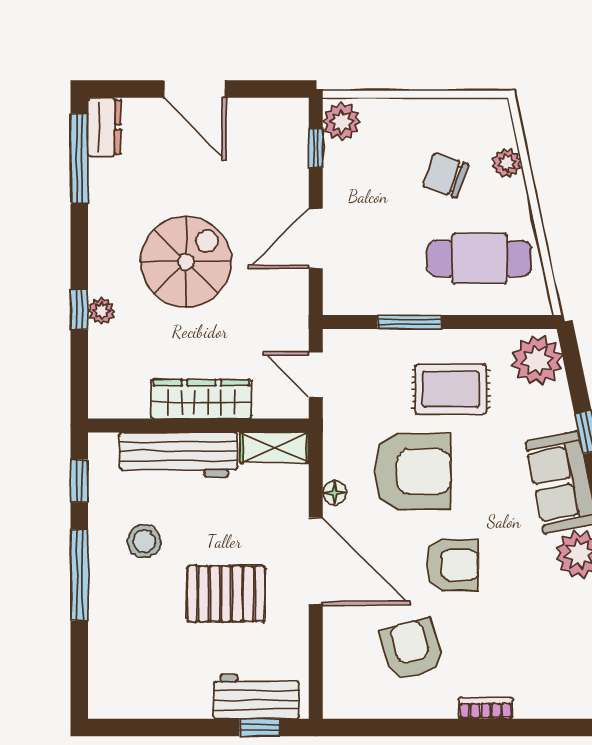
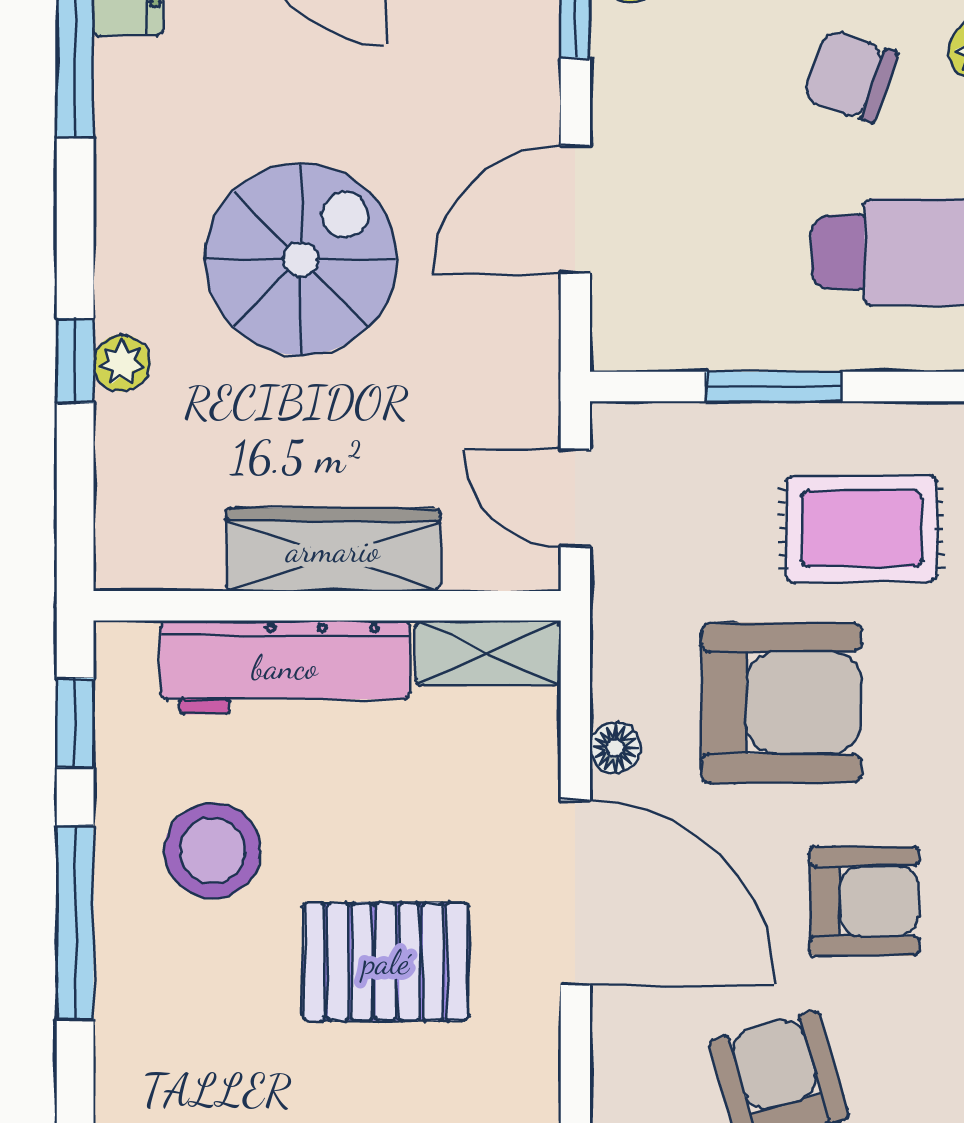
stool: (144, 541) -> (212, 851), width x1.38, depth x1.38

